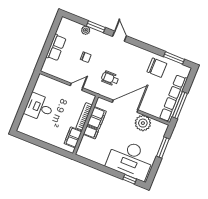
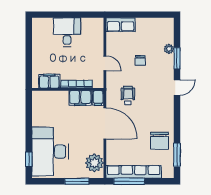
row of seats: (56, 48) -> (121, 25), moved
plant: (143, 123) -> (94, 163), moved
filing cabinet: (91, 132) -> (98, 98), moved

